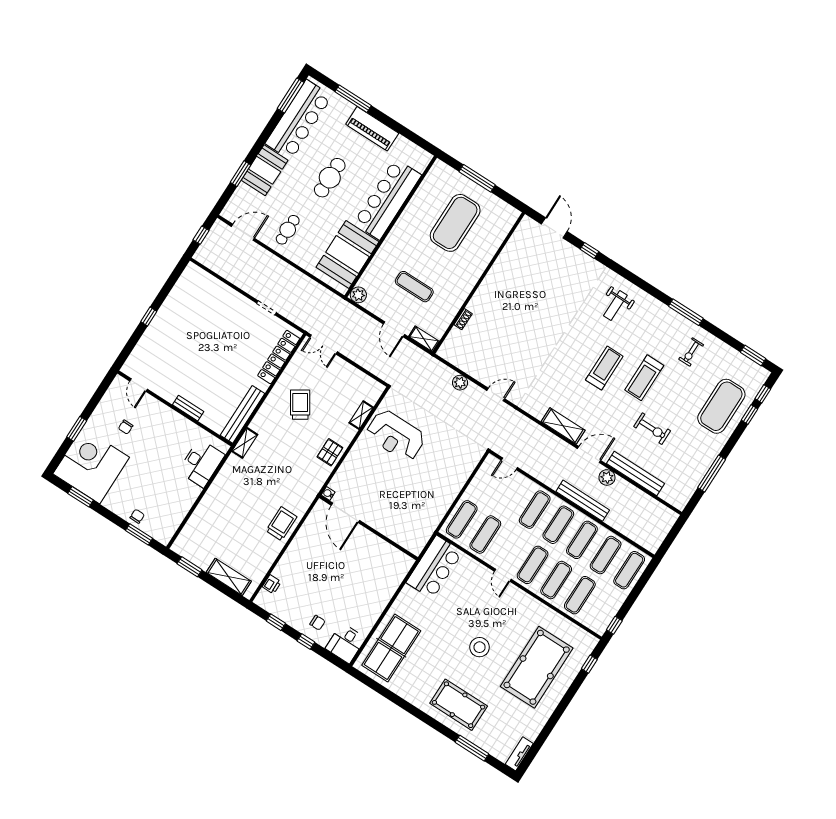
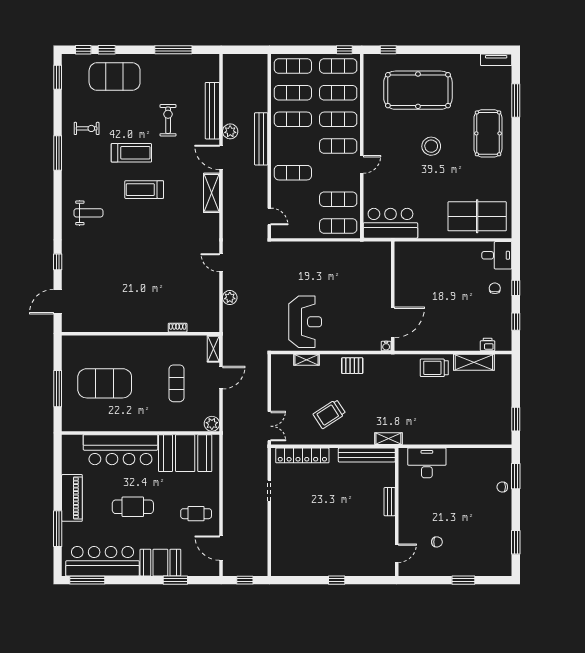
corner desk: (91, 466) -> (485, 550), removed
exercise mat: (558, 525) -> (338, 66), moved
shelving: (229, 577) -> (474, 362), moved, turned 90

